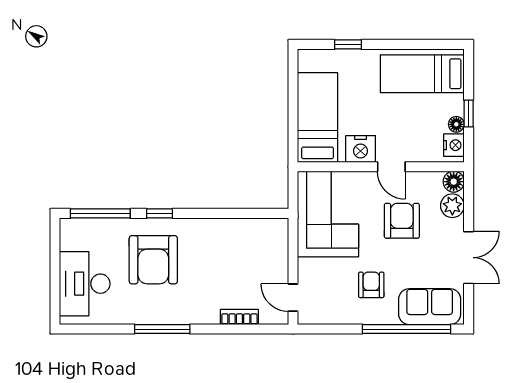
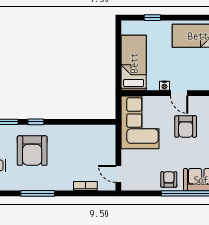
nightstand: (361, 149) -> (164, 86), width x0.53, depth x0.56
armchair: (402, 221) -> (186, 127), turned 180
armchair: (371, 285) -> (169, 179), moved

